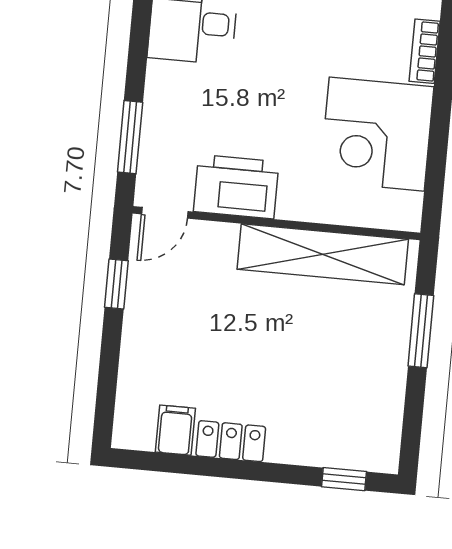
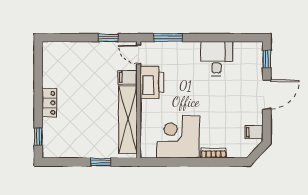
window: (421, 331) -> (101, 162), width x0.67
filing cabinet: (175, 430) -> (128, 77), moved, turned 180
locker: (231, 441) -> (49, 103), moved

